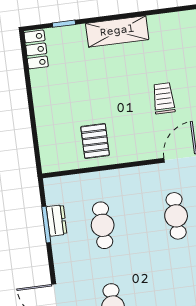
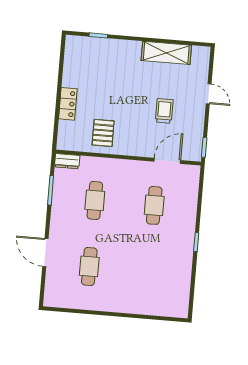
shelving: (117, 31) -> (166, 53), moved
locker: (36, 49) -> (68, 104), moved
dresser: (57, 220) -> (67, 161), moved, turned 90

